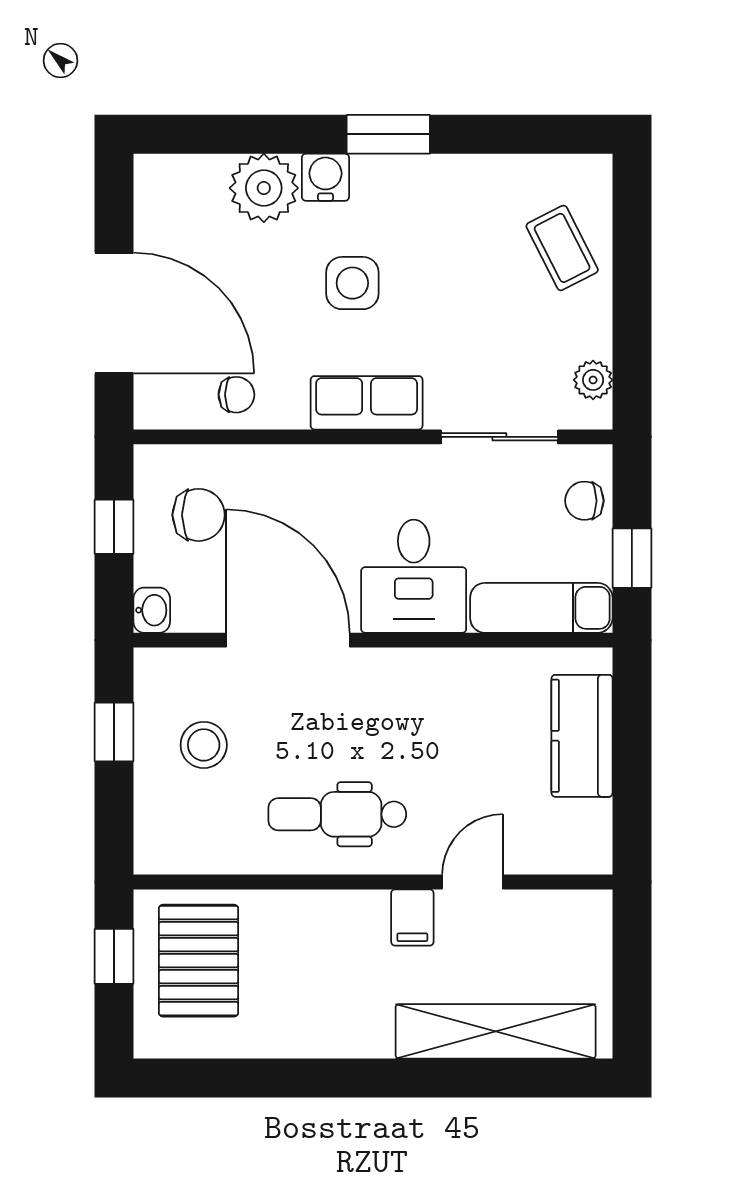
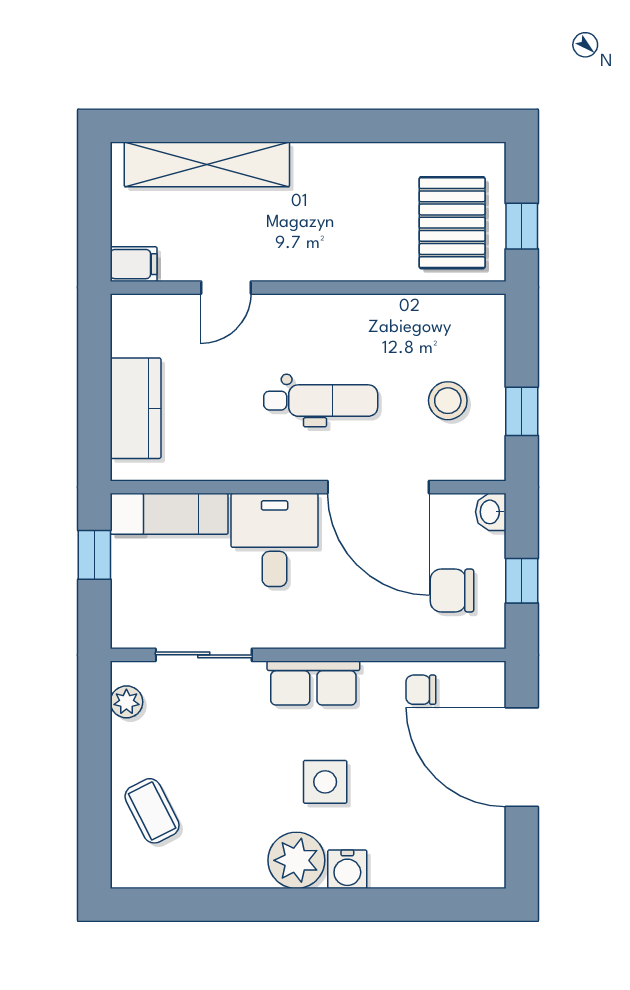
window: (388, 134) -> (295, 905), removed
plant: (264, 188) -> (296, 860), moved
chair: (584, 501) -> (134, 602), removed
dental chair: (337, 814) -> (321, 401), moved
filing cabinet: (412, 917) -> (134, 264), moved, turned 90

